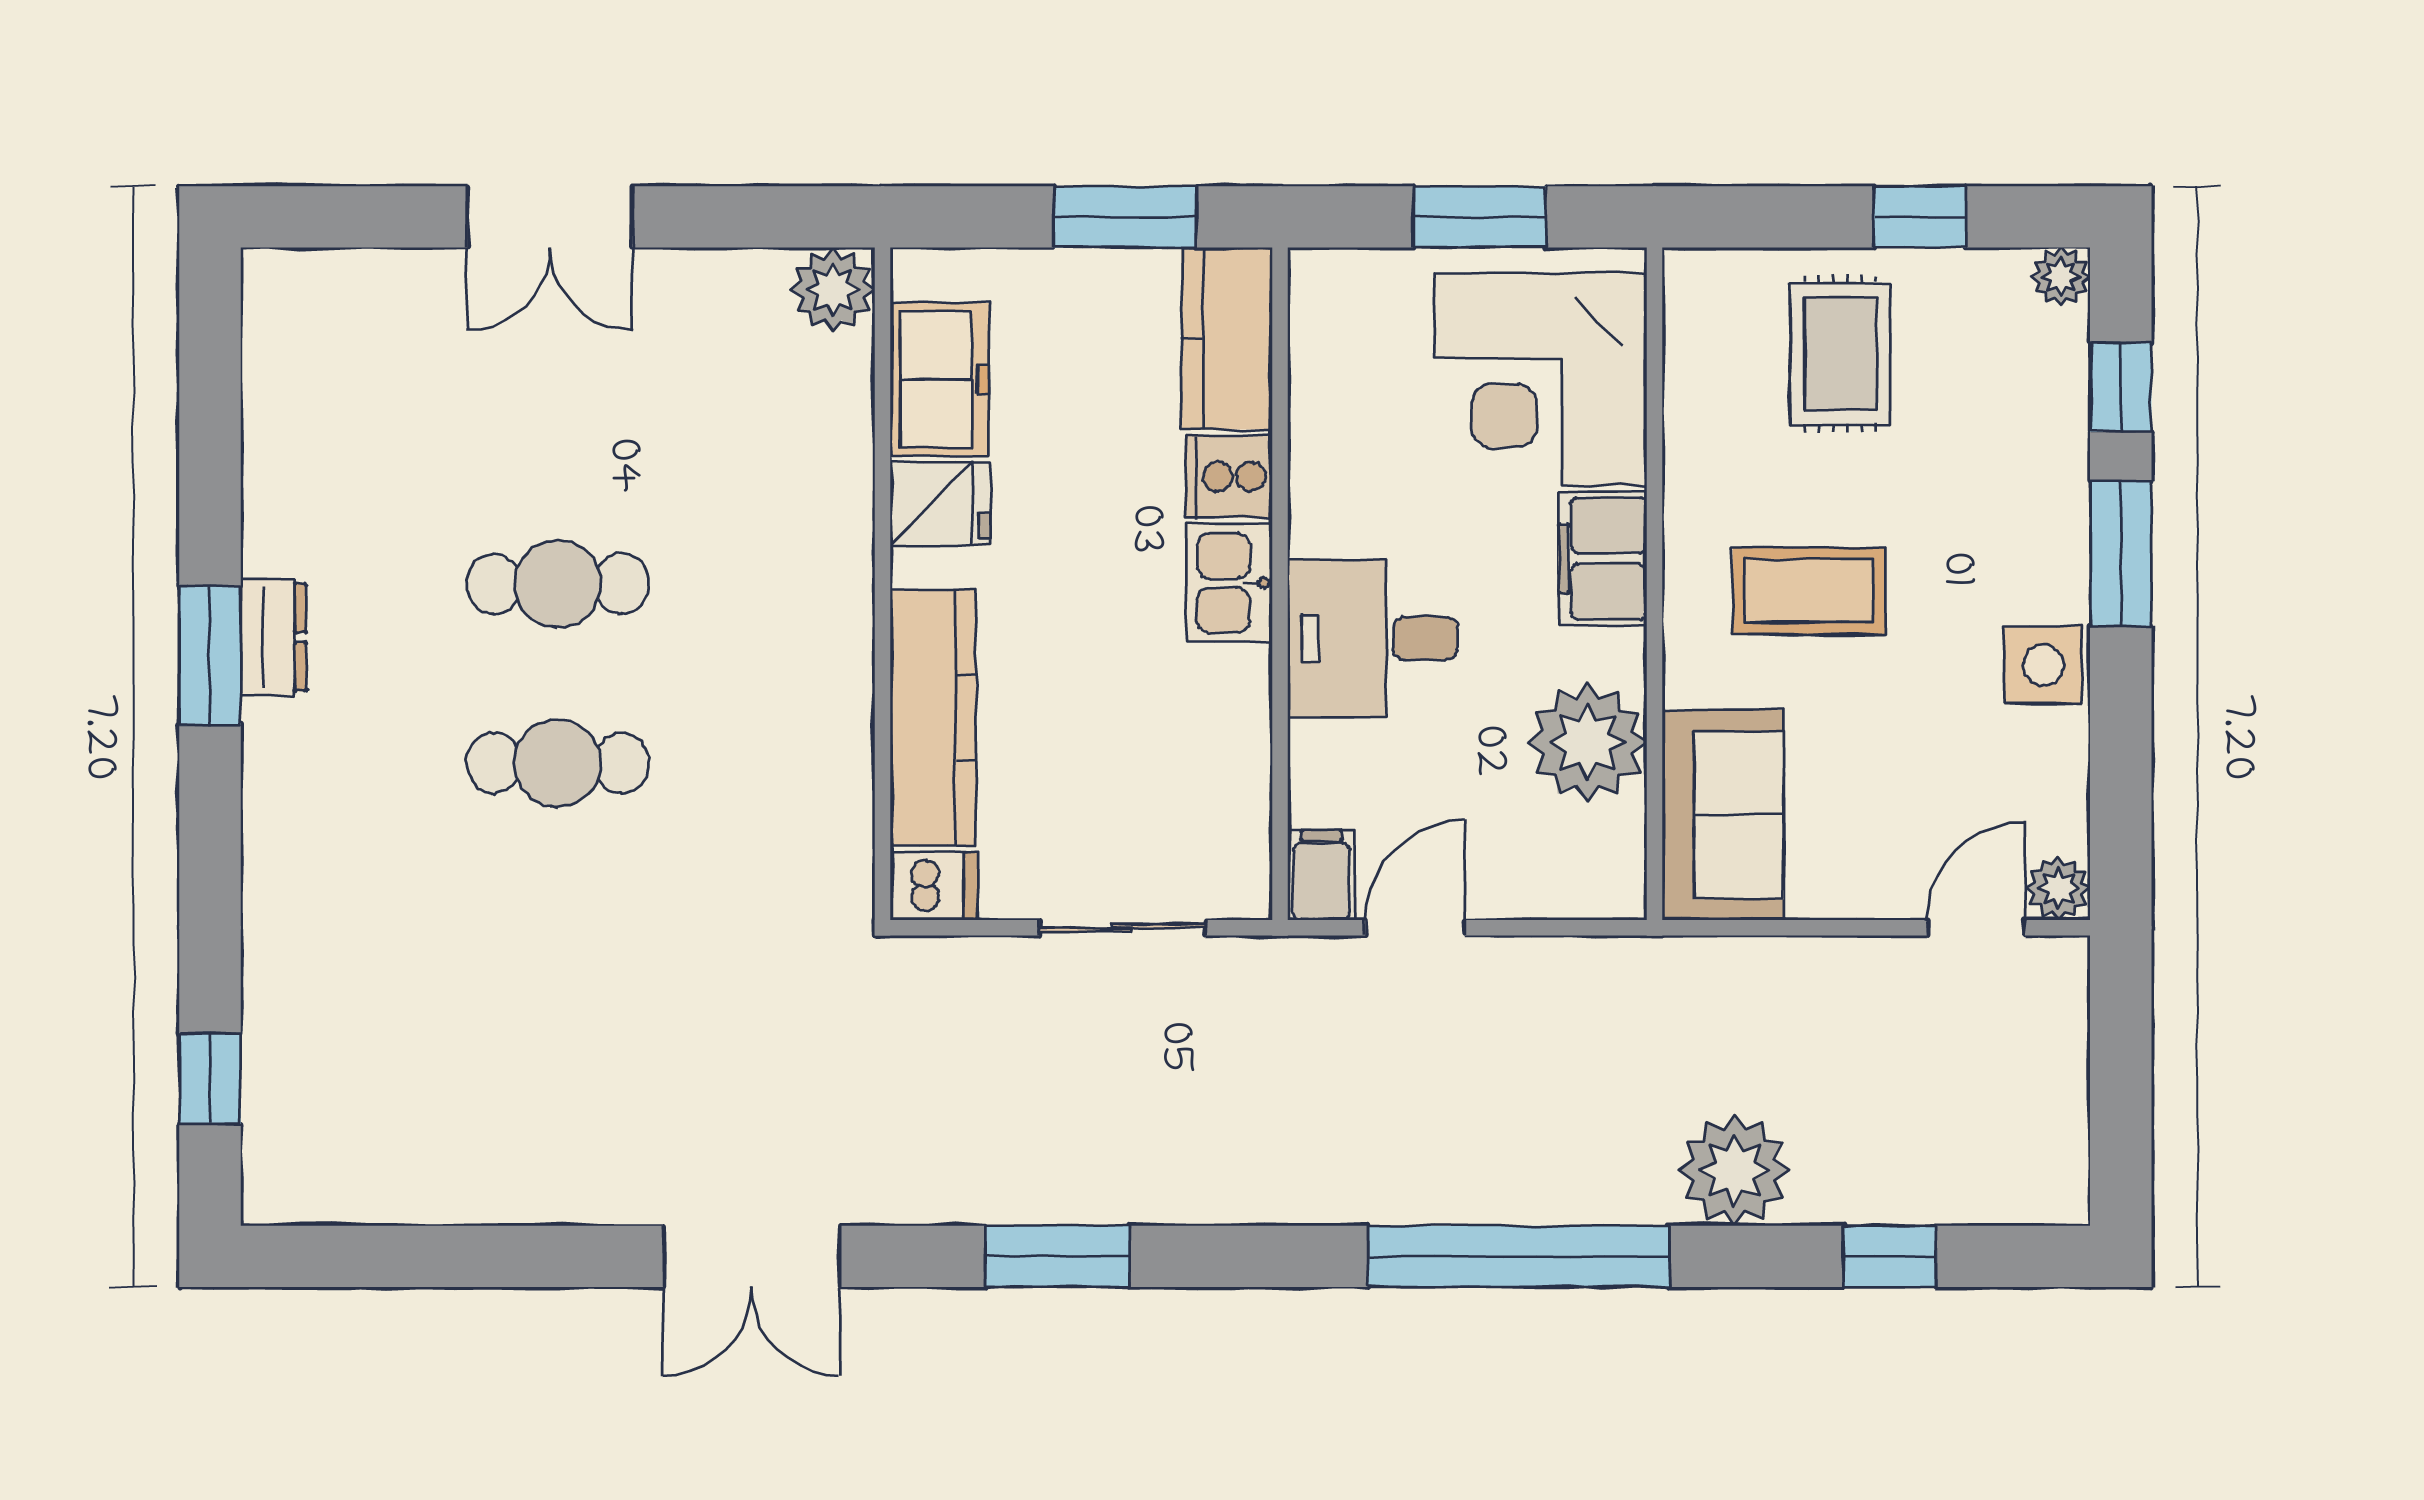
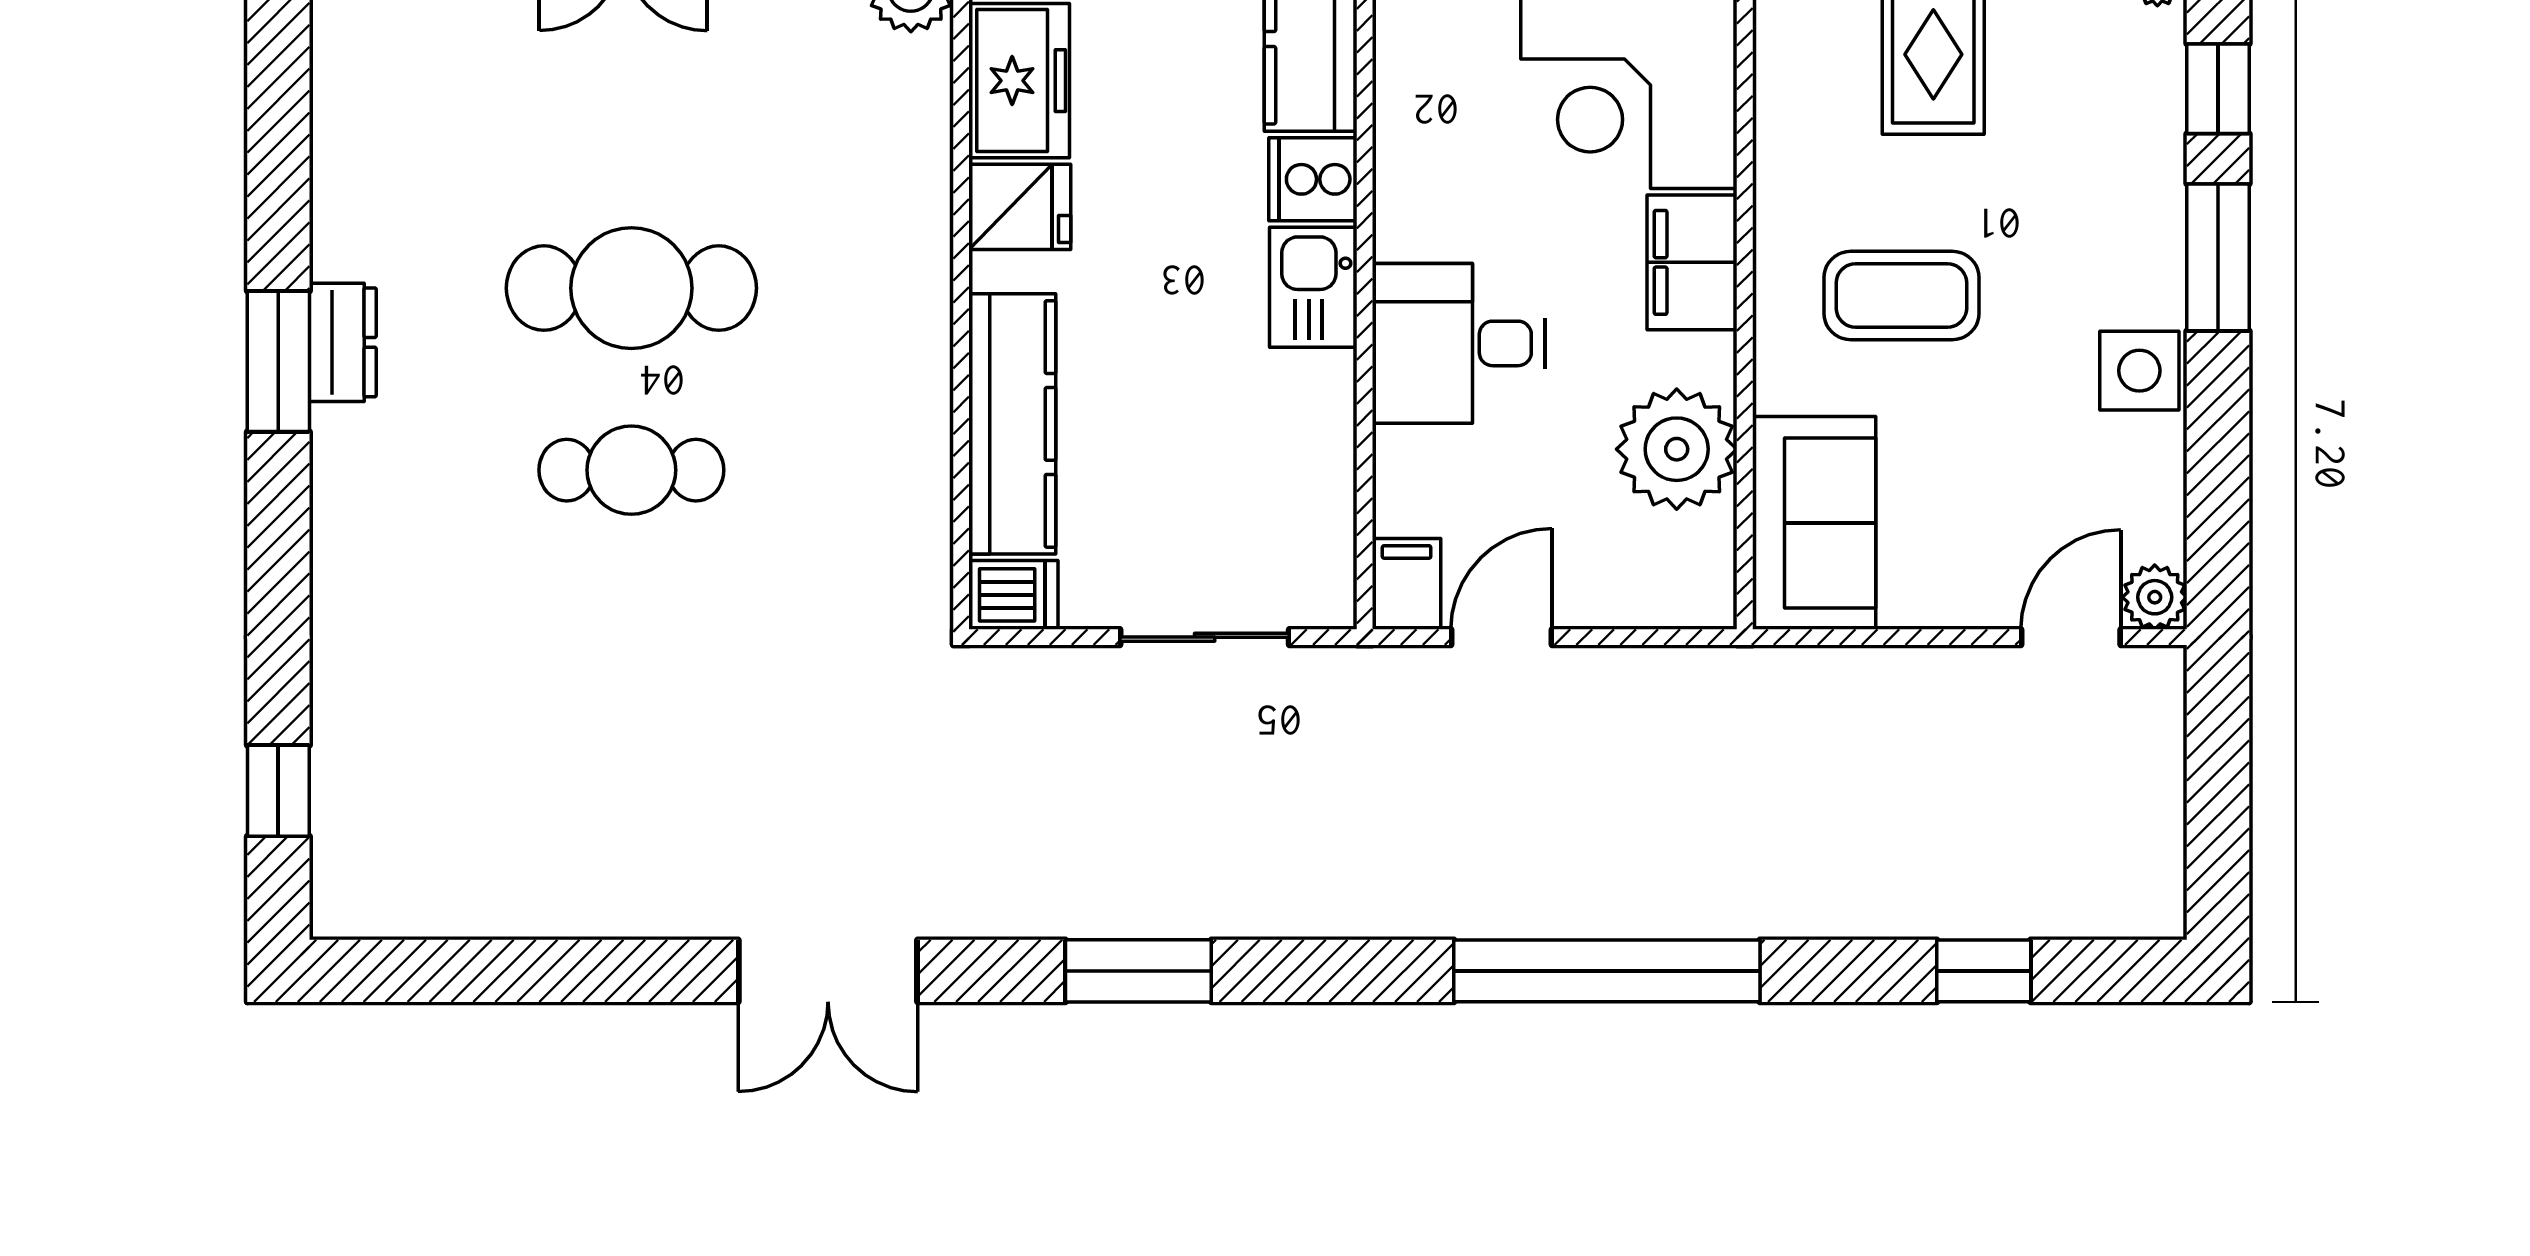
cafe table: (558, 584) -> (631, 288), width x1.37, depth x1.35
plant: (1734, 1170) -> (1826, 884), removed

